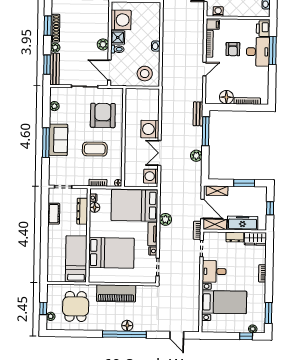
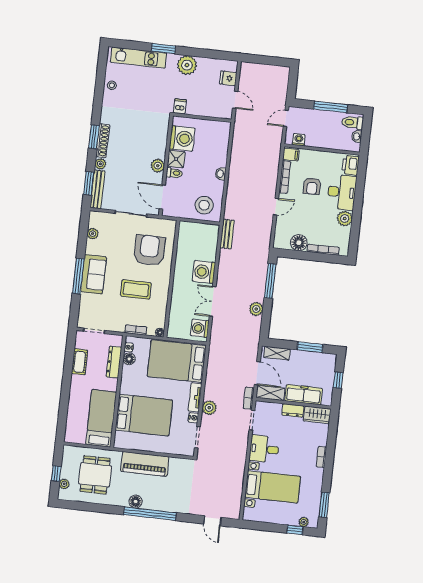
window: (273, 50) -> (359, 192), removed
plant: (263, 73) -> (345, 219), added
bench: (198, 114) -> (227, 234), moved
plant: (165, 219) -> (209, 408), moved
floor lamp: (127, 326) -> (136, 502), moved

